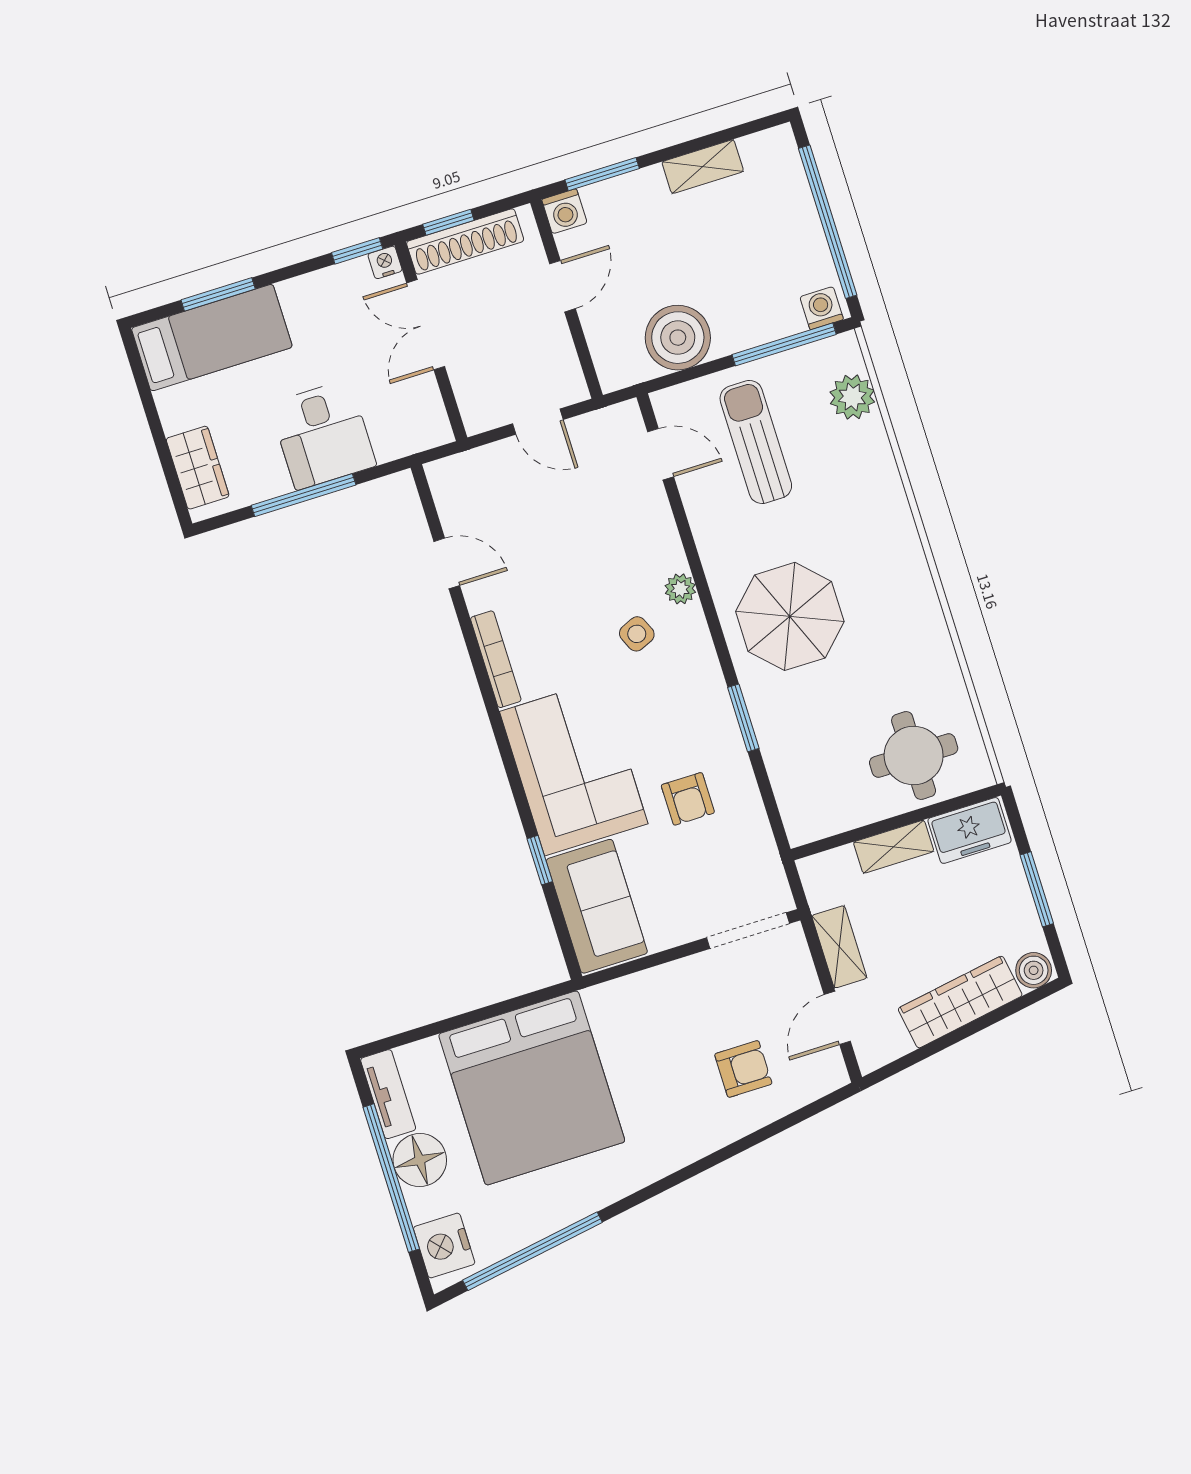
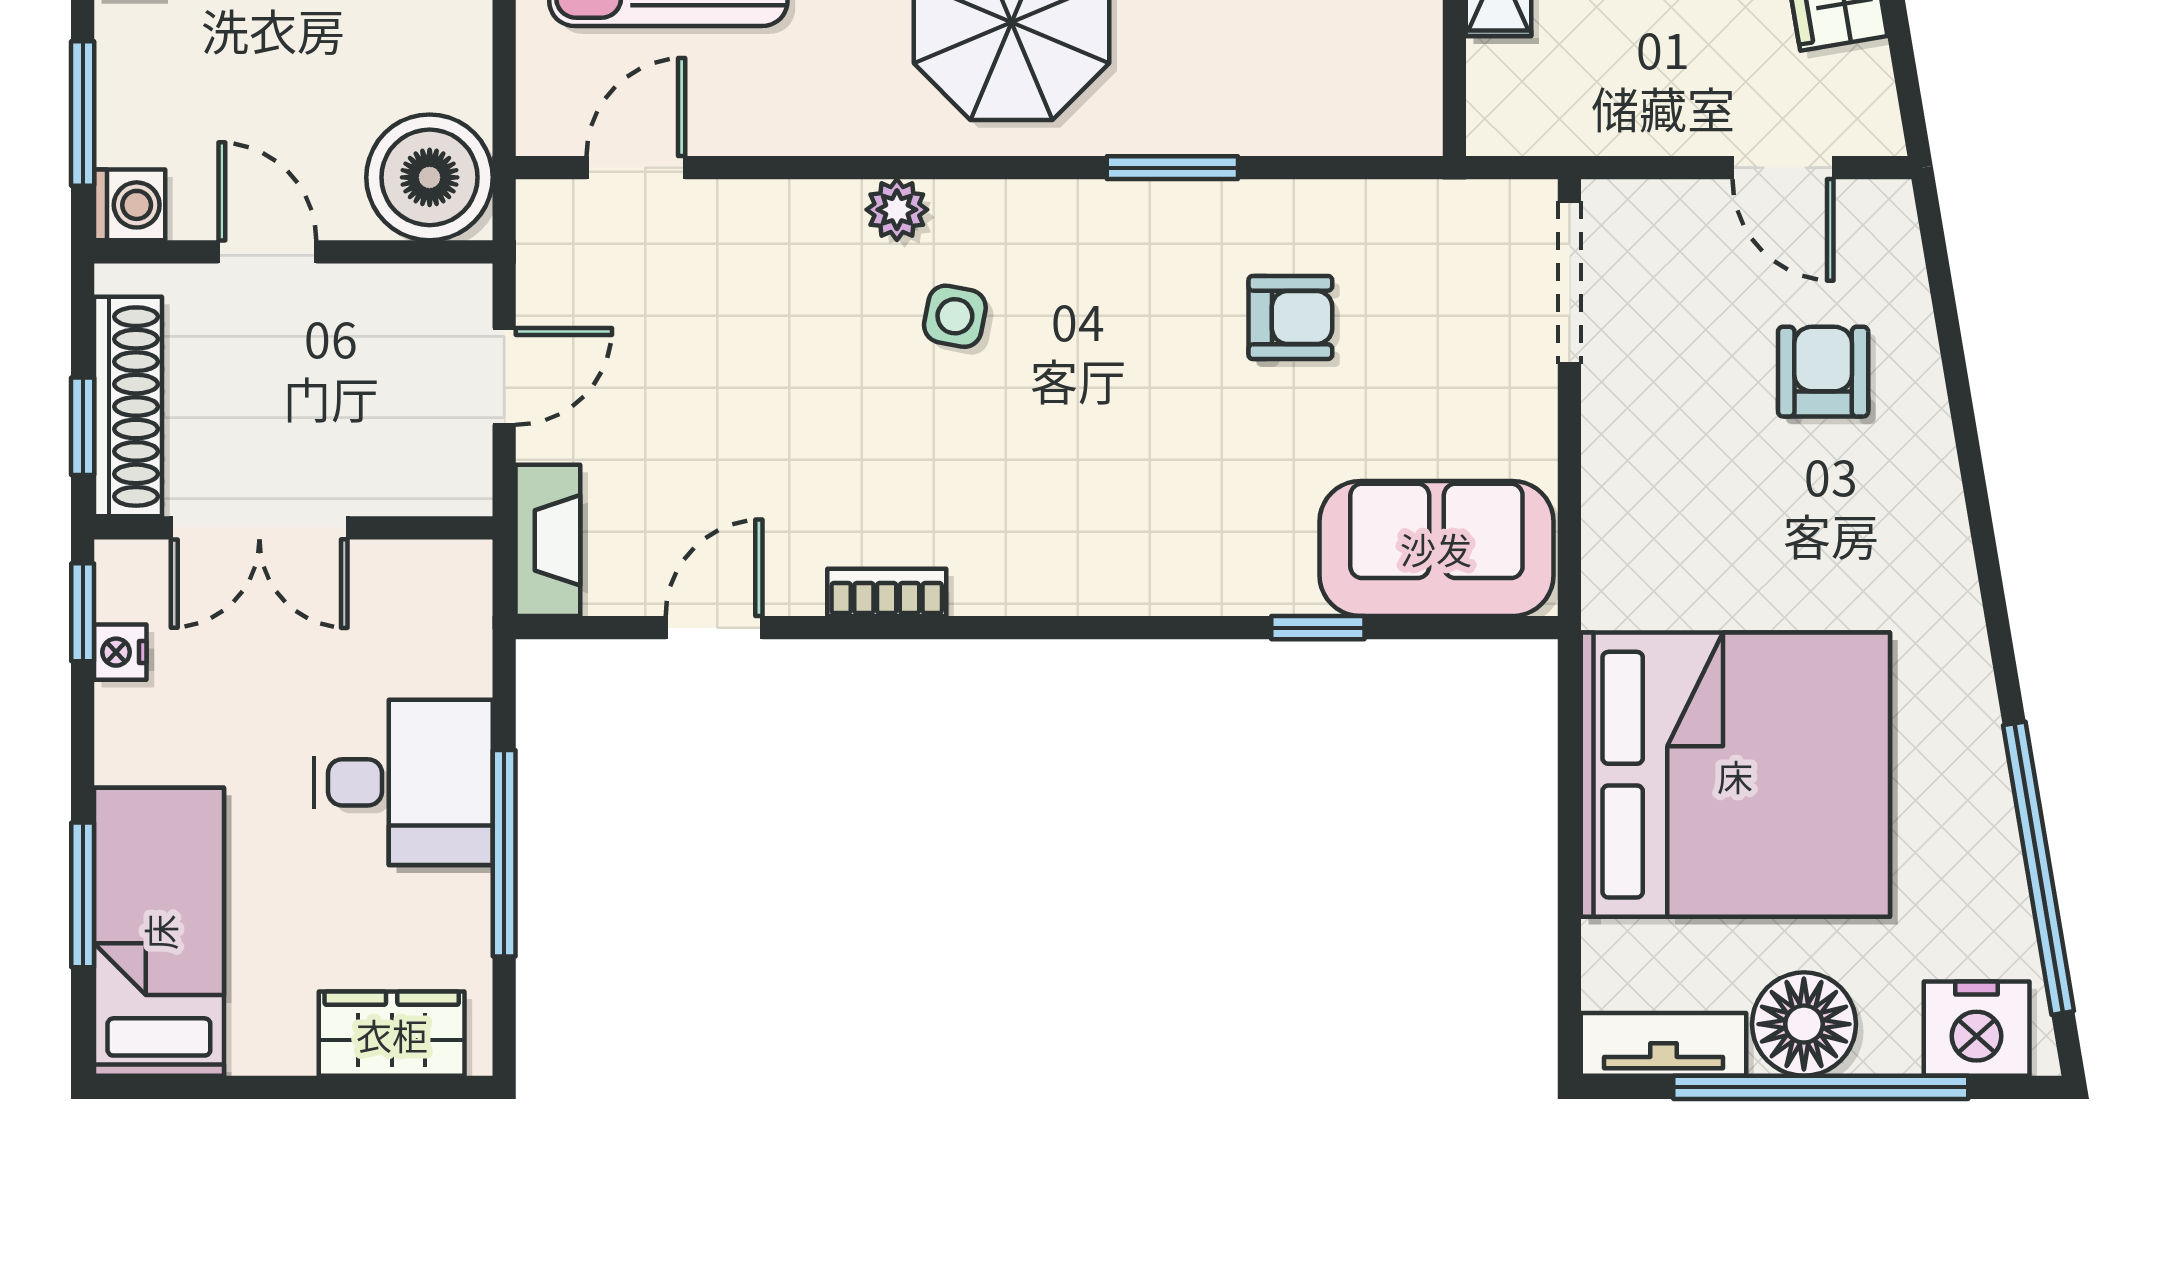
nightstand: (385, 262) -> (120, 652), moved
boiler: (678, 338) -> (430, 177), moved
fireplace: (464, 468) -> (548, 540), added
side table: (637, 634) -> (955, 316), turned 35
bookcase: (496, 659) -> (887, 592), width x0.64
corner sofa: (574, 768) -> (1166, 511), removed
shelving: (839, 947) -> (1652, 123), removed

